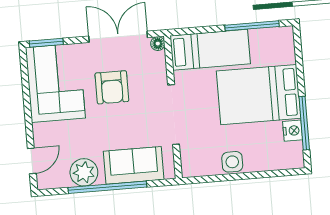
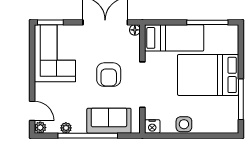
armchair: (112, 87) -> (109, 75), moved
nightstand: (293, 131) -> (152, 126), moved, turned 90
door: (32, 161) -> (32, 111), hinge flipped
plant: (84, 172) -> (66, 128), width x0.53, depth x0.53
plant: (44, 182) -> (40, 128), added

